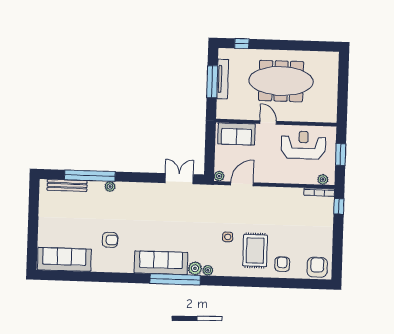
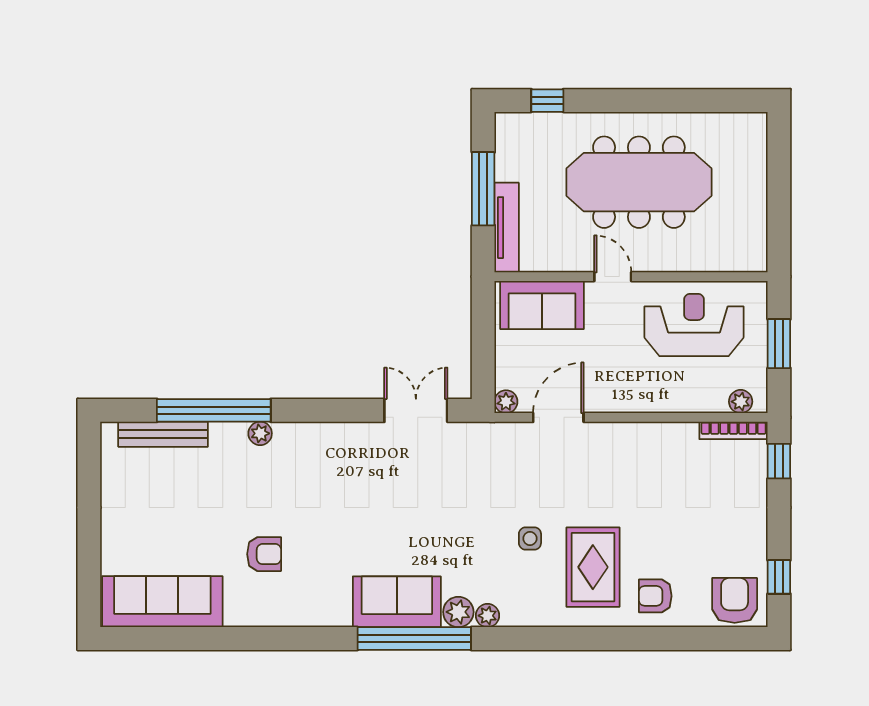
tv unit: (223, 79) -> (507, 228), moved
window: (337, 258) -> (779, 577), added
sofa: (161, 263) -> (397, 602), width x0.73
armchair: (282, 264) -> (655, 596), turned -90

